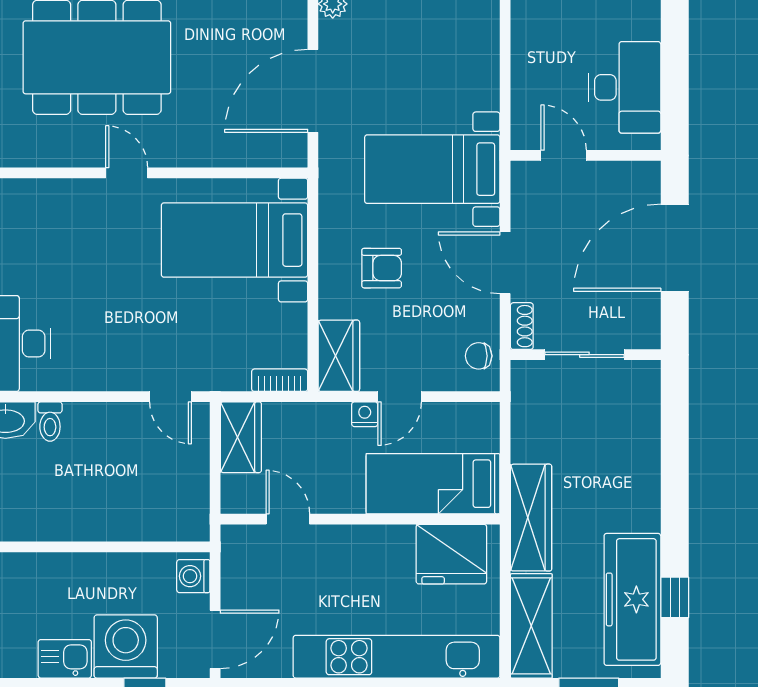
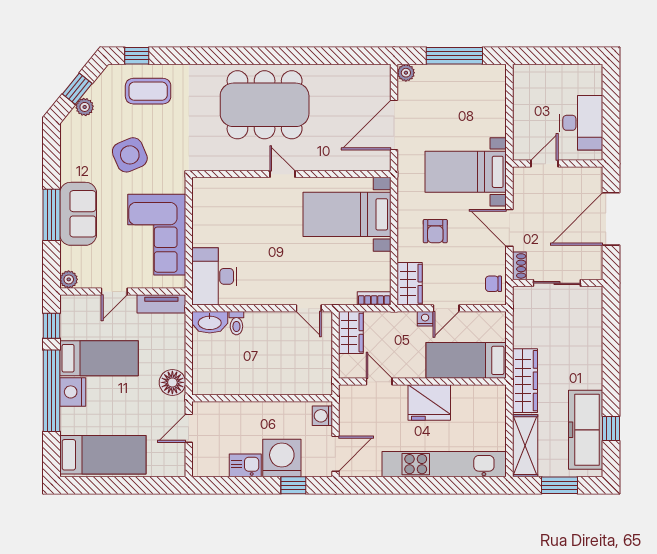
door: (564, 155) -> (544, 164), hinge flipped
armchair: (382, 268) -> (435, 231), turned 90
fridge: (451, 554) -> (429, 403), moved

